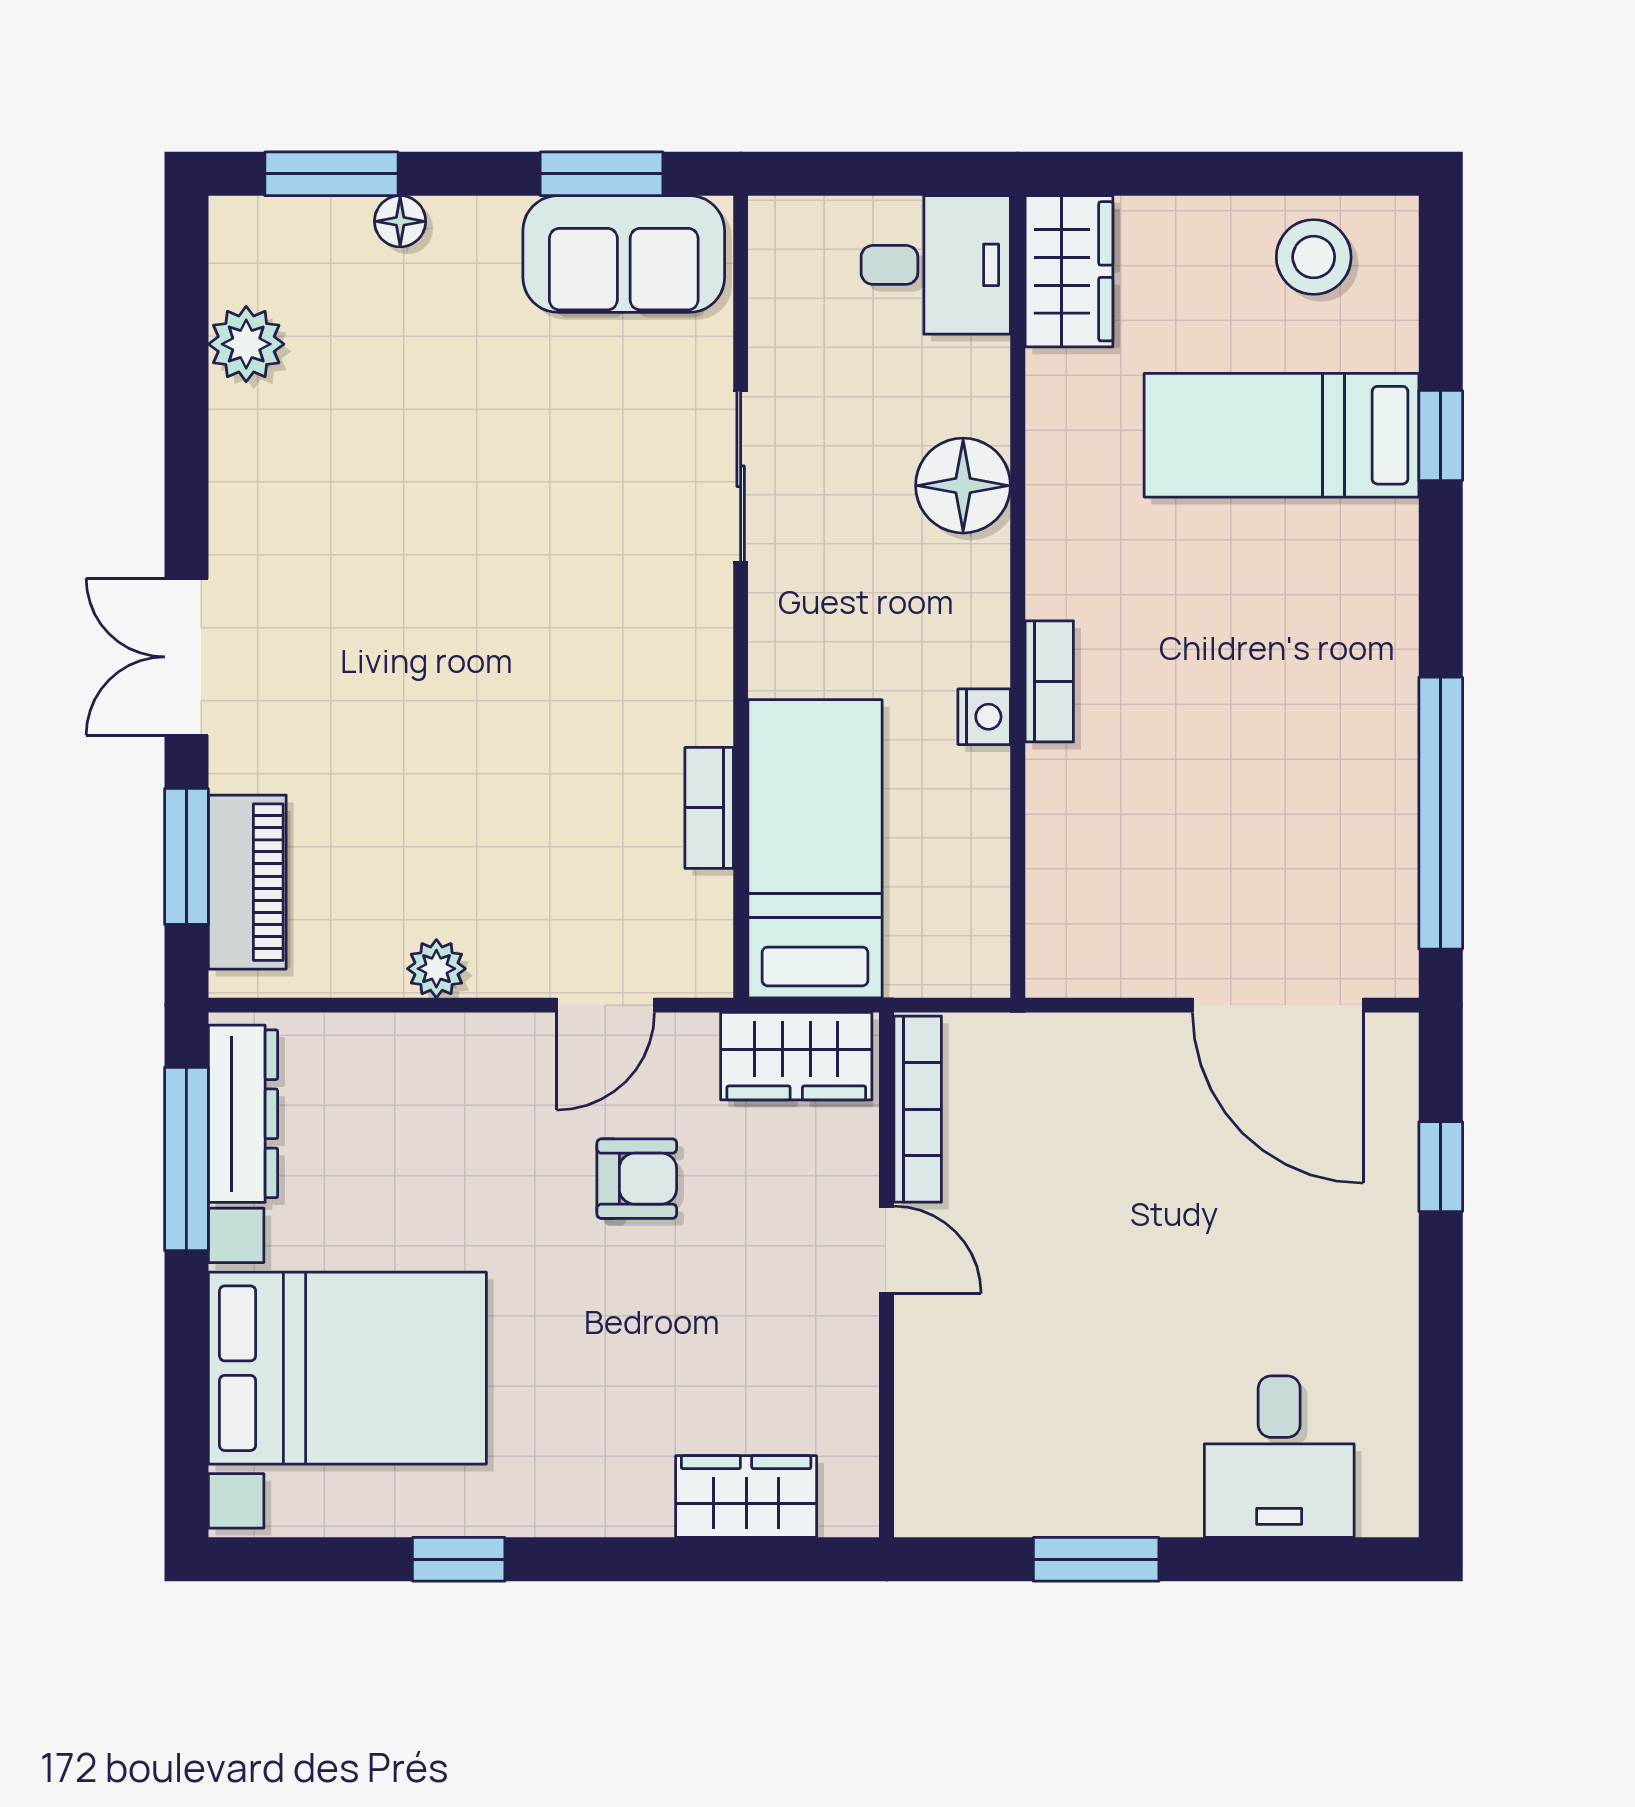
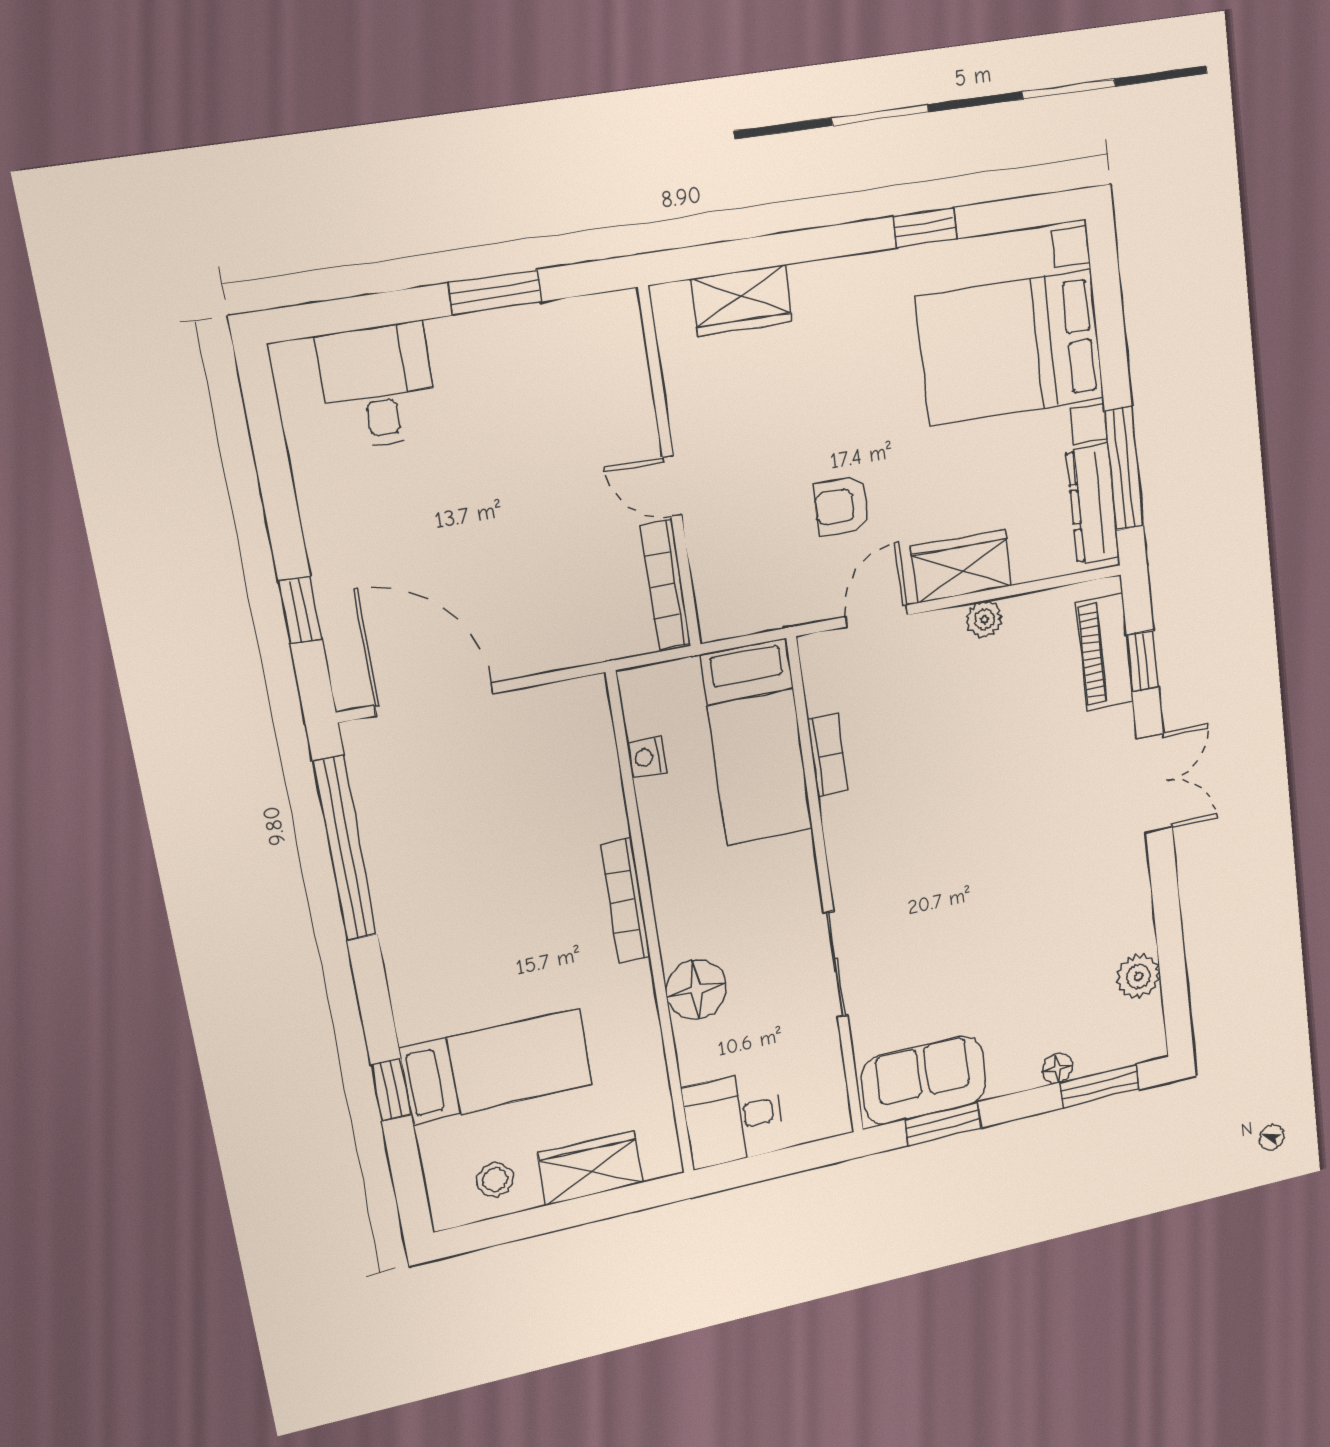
stool: (1314, 257) -> (495, 1180), width x0.73, depth x0.73
wardrobe: (1069, 271) -> (590, 1168), moved, turned 90
bookcase: (1049, 681) -> (625, 901), width x1.56
nightstand: (984, 717) -> (647, 757), moved
window: (186, 856) -> (1143, 661), width x0.67
wardrobe: (796, 1056) -> (962, 566), moved

